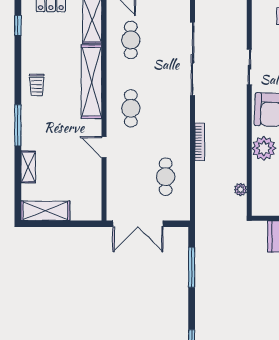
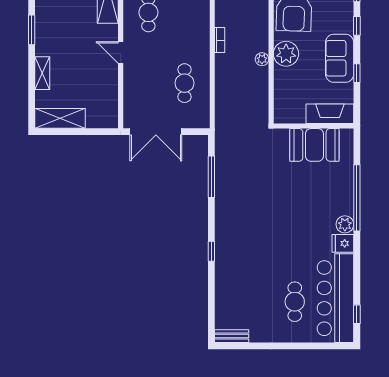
window: (18, 125) -> (32, 30), width x0.69
bookcase: (200, 142) -> (220, 40), width x0.64
plant: (241, 190) -> (262, 59), moved

